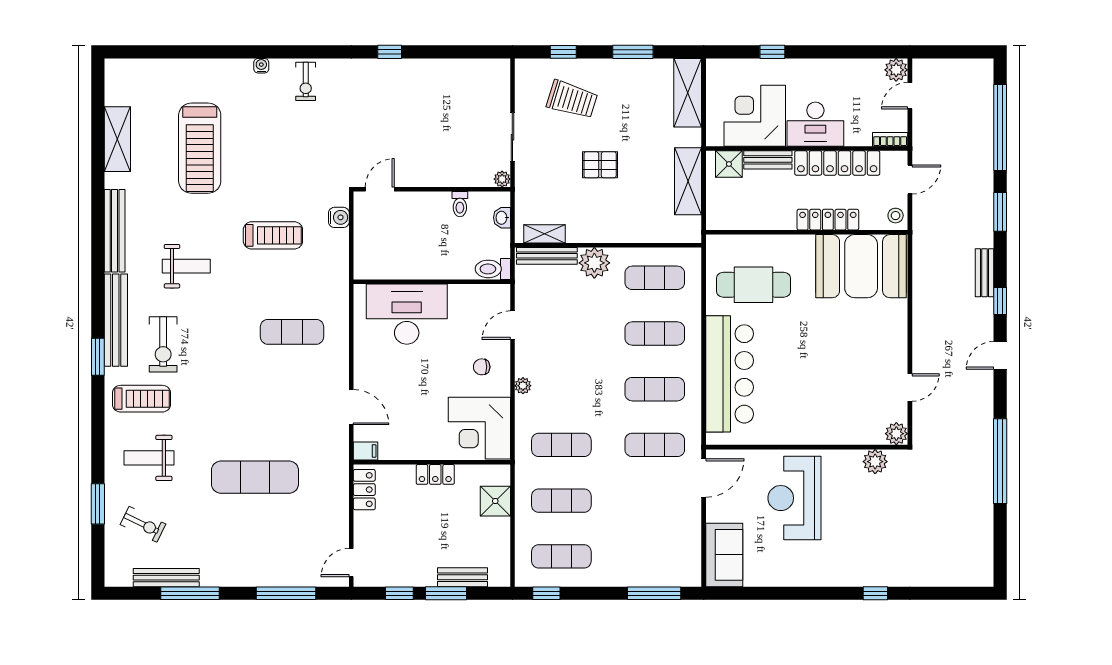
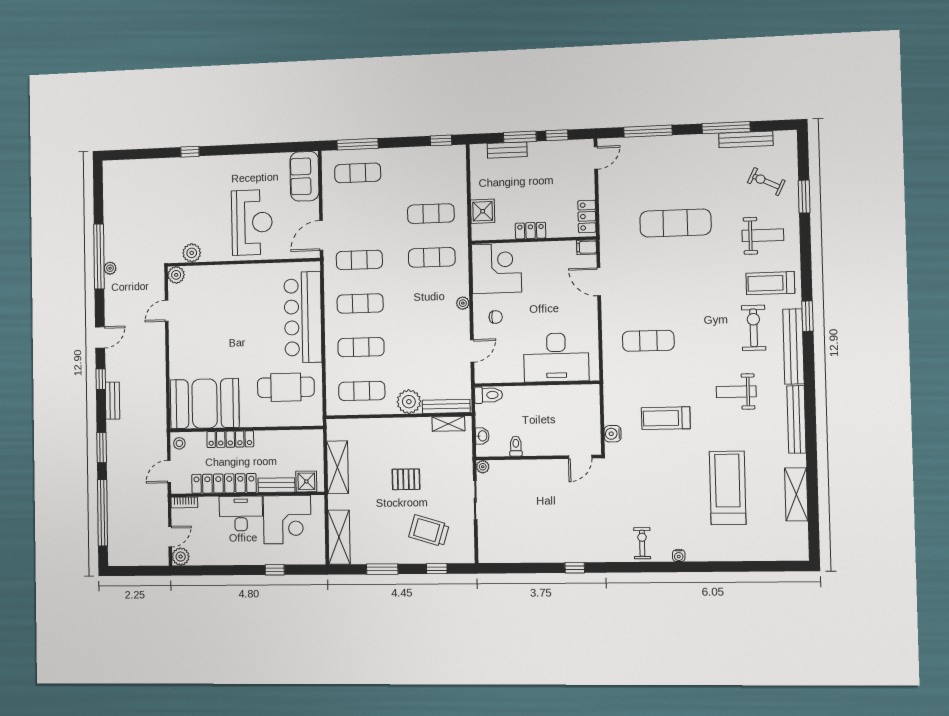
plant: (985, 445) -> (110, 268), added
exercise mat: (561, 556) -> (358, 173), moved

